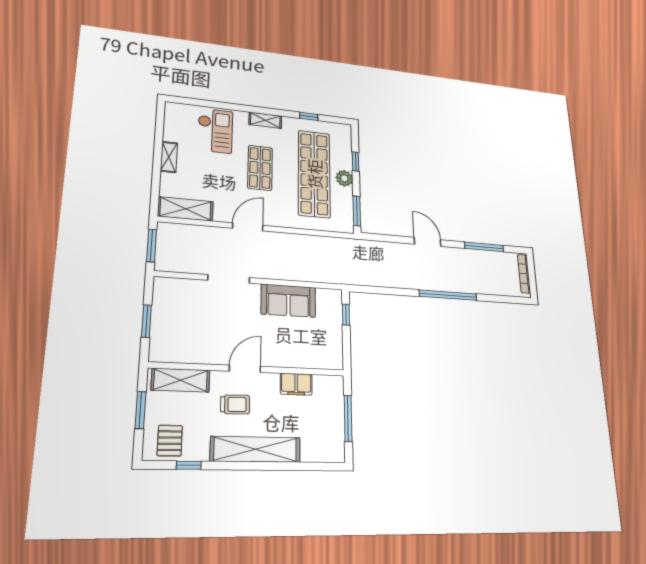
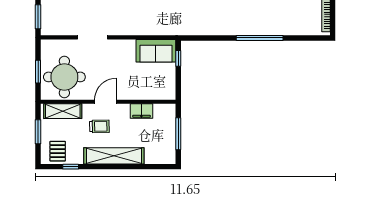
sofa: (288, 301) -> (156, 51), moved
round table: (186, 331) -> (64, 77), added

